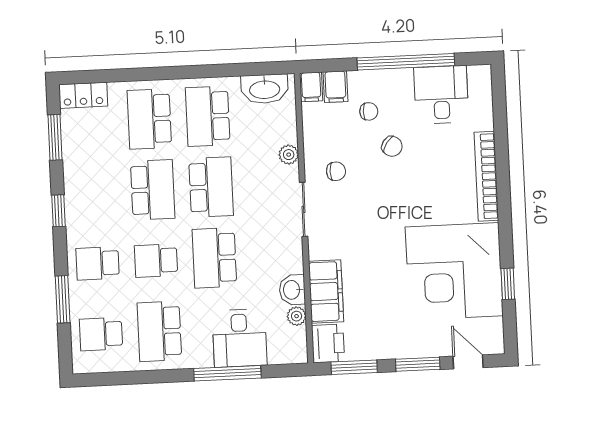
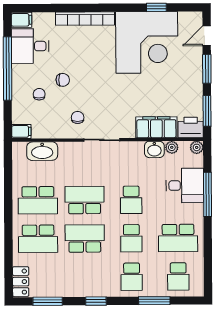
filing cabinet: (336, 87) -> (22, 20), moved
washbasin: (265, 89) -> (42, 151), moved, turned 90
chair: (392, 146) -> (63, 80), turned 55
plant: (289, 155) -> (197, 147), moved
school desk: (214, 258) -> (131, 200), width x0.54

